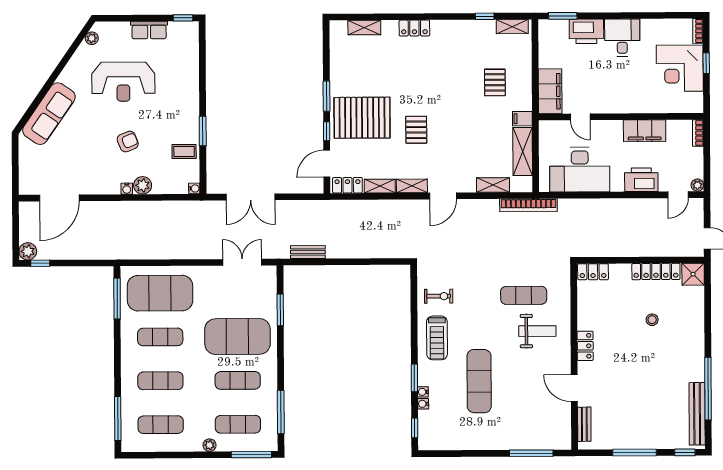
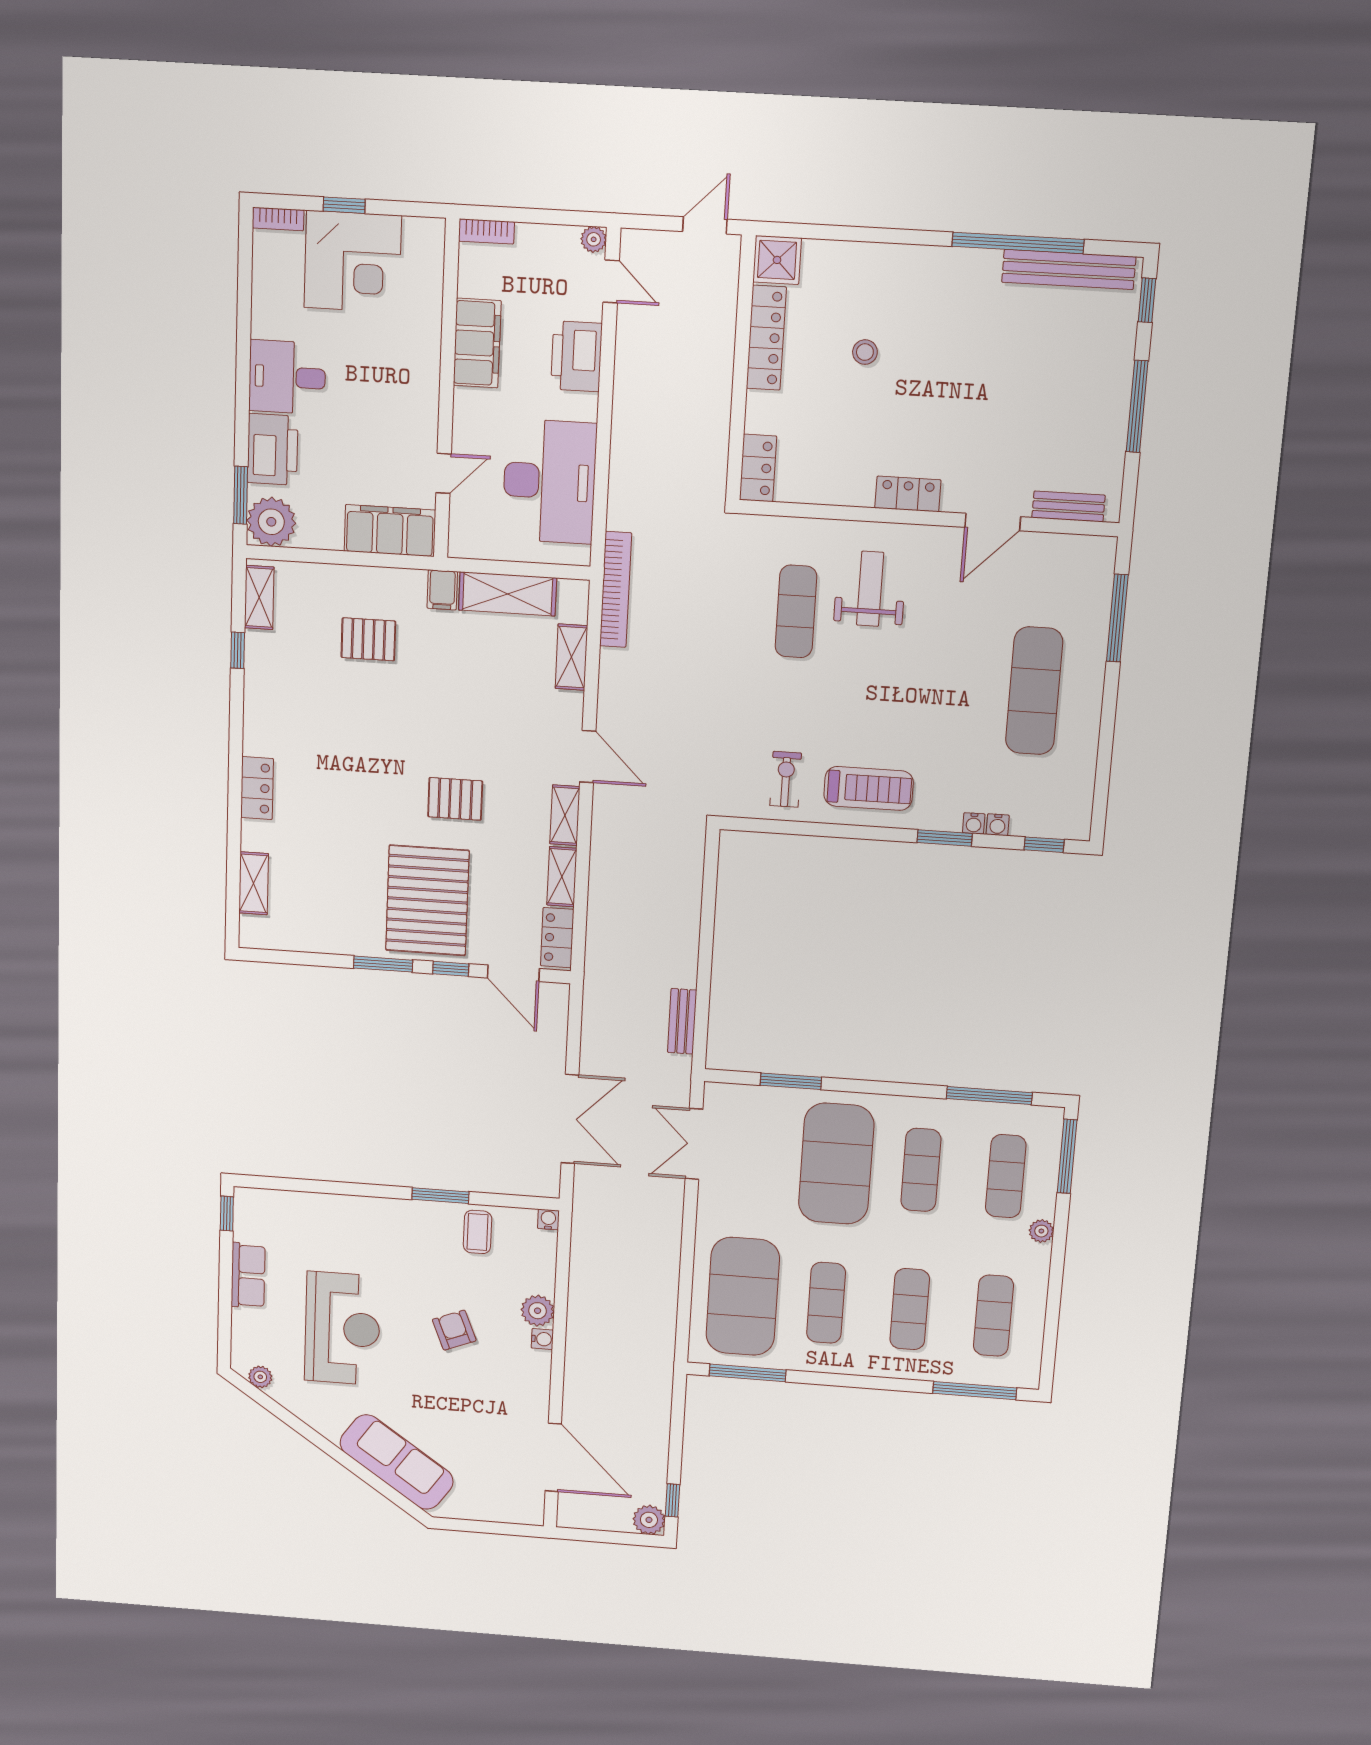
plant: (551, 32) -> (271, 522), added
exercise mat: (479, 381) -> (1034, 691), moved, turned 90

